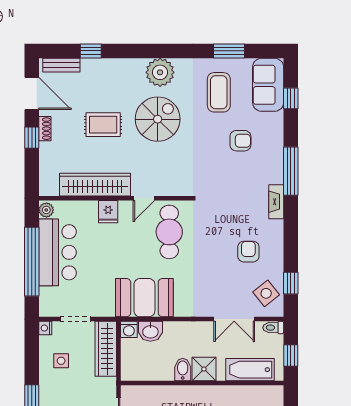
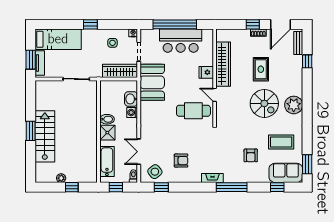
window: (229, 51) -> (307, 164), moved
plant: (46, 210) -> (207, 34), removed
booth: (144, 298) -> (152, 82), moved
washing machine: (129, 329) -> (132, 113), moved

